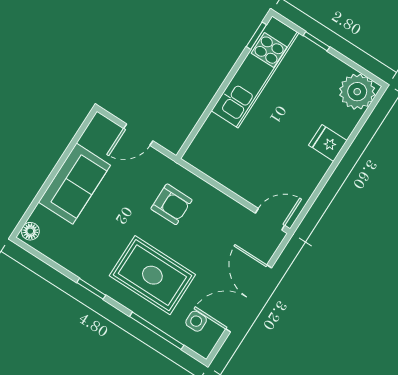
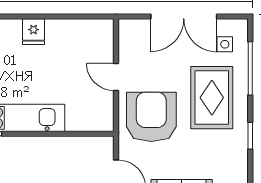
armchair: (171, 204) -> (151, 117), width x1.88, depth x1.88
door: (270, 219) -> (116, 77), moved

